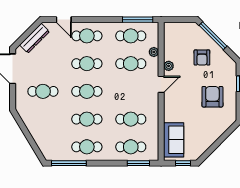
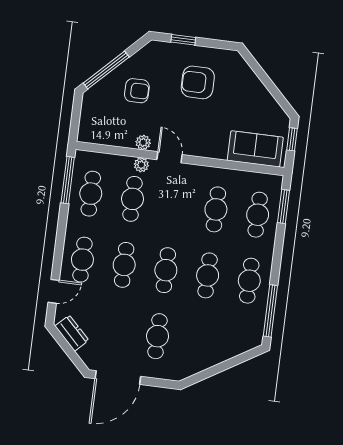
dresser: (35, 38) -> (72, 333), width x0.70
plant: (154, 52) -> (141, 165), moved

